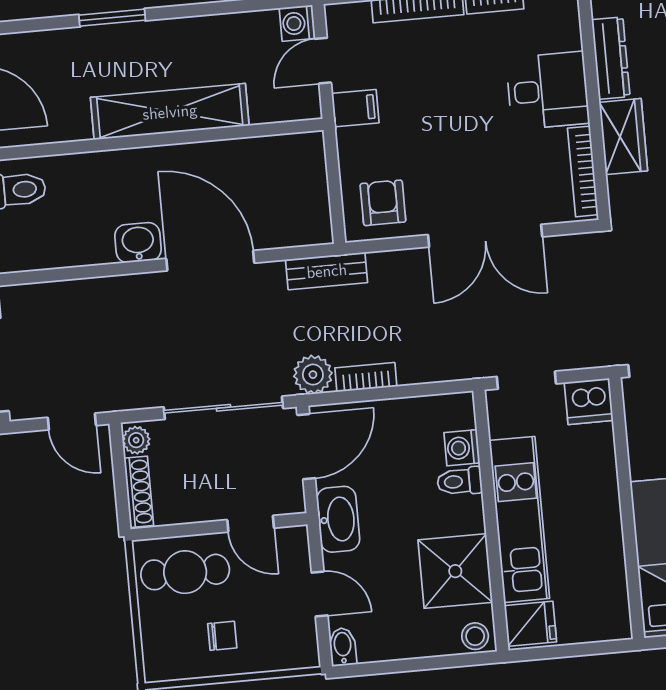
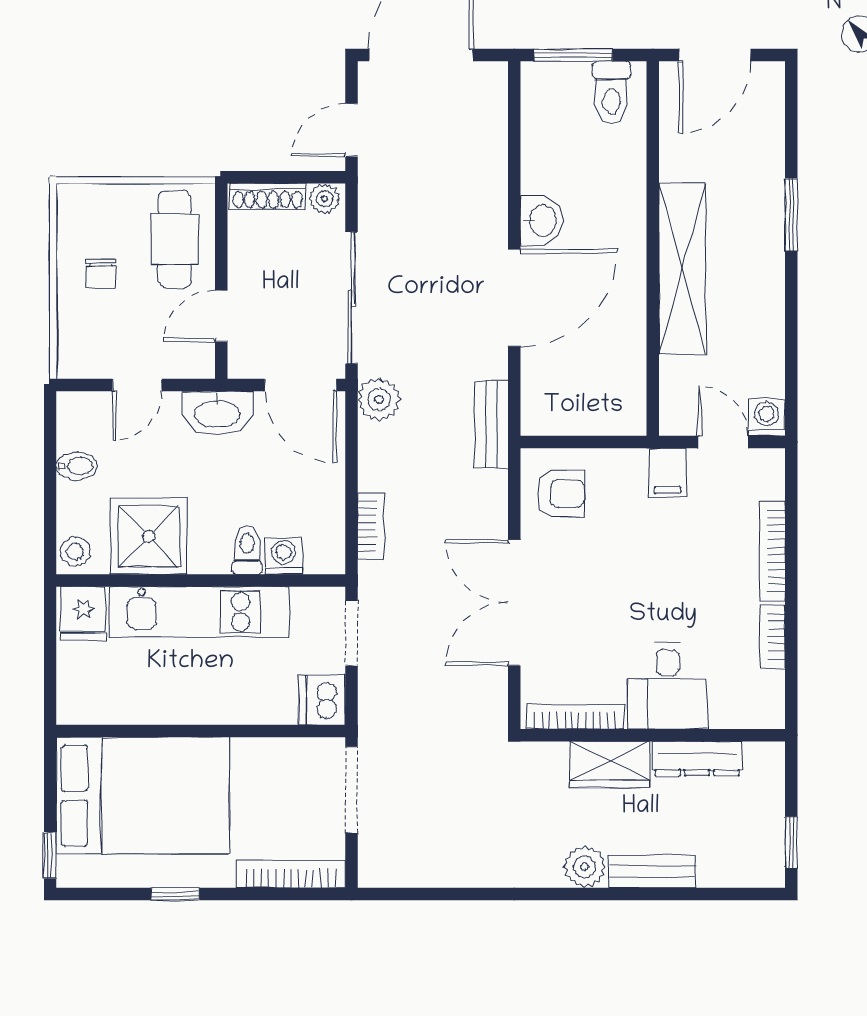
bookcase: (366, 377) -> (371, 526), moved
bidet: (343, 647) -> (77, 466), moved

